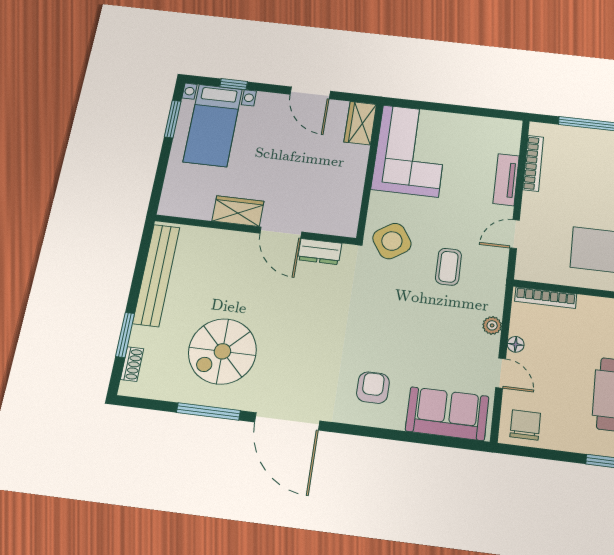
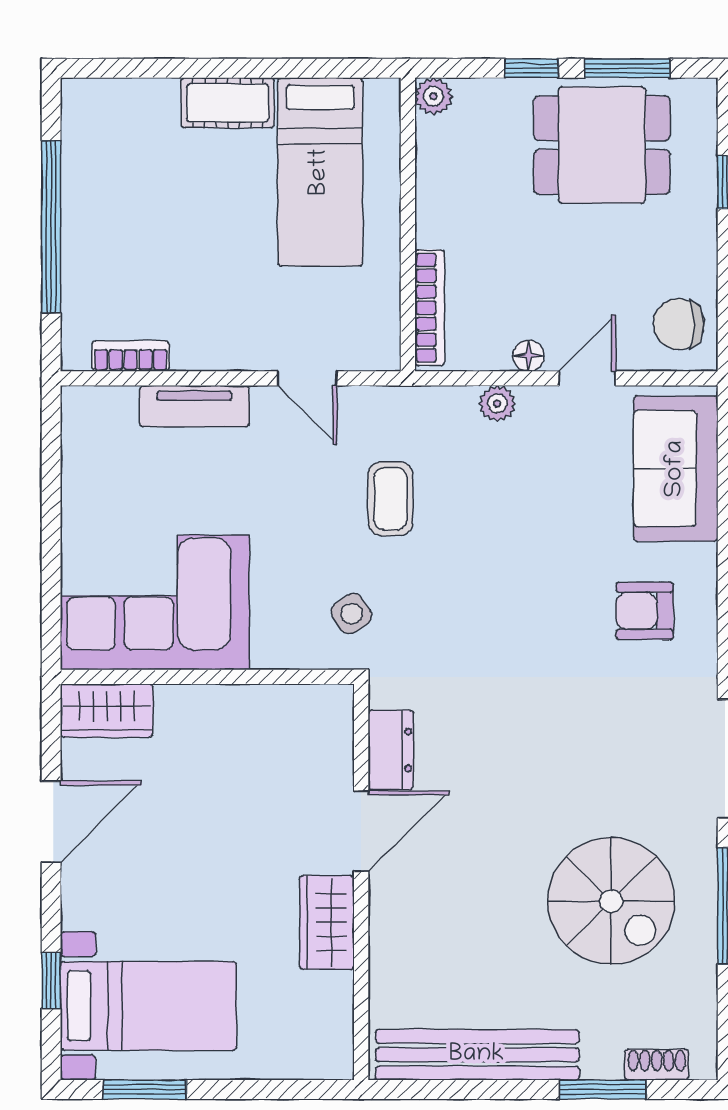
bookcase: (533, 163) -> (131, 356), width x0.64
side table: (392, 241) -> (351, 614), width x0.54, depth x0.54
coffee table: (448, 267) -> (391, 499), turned 90

